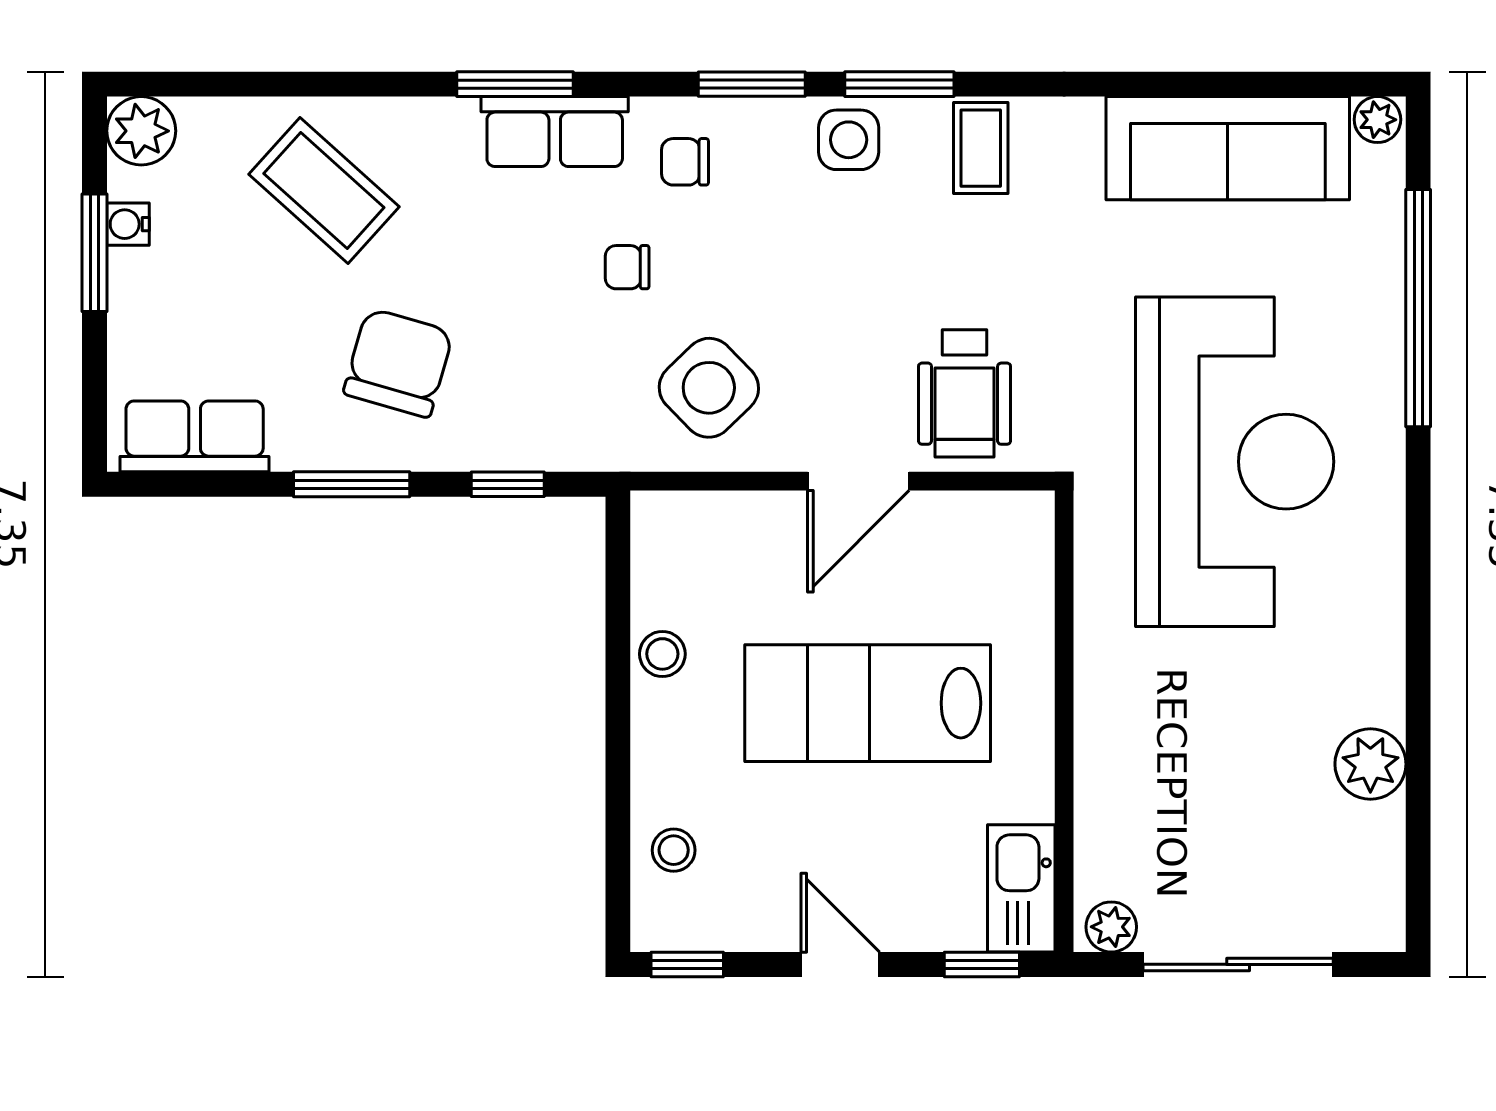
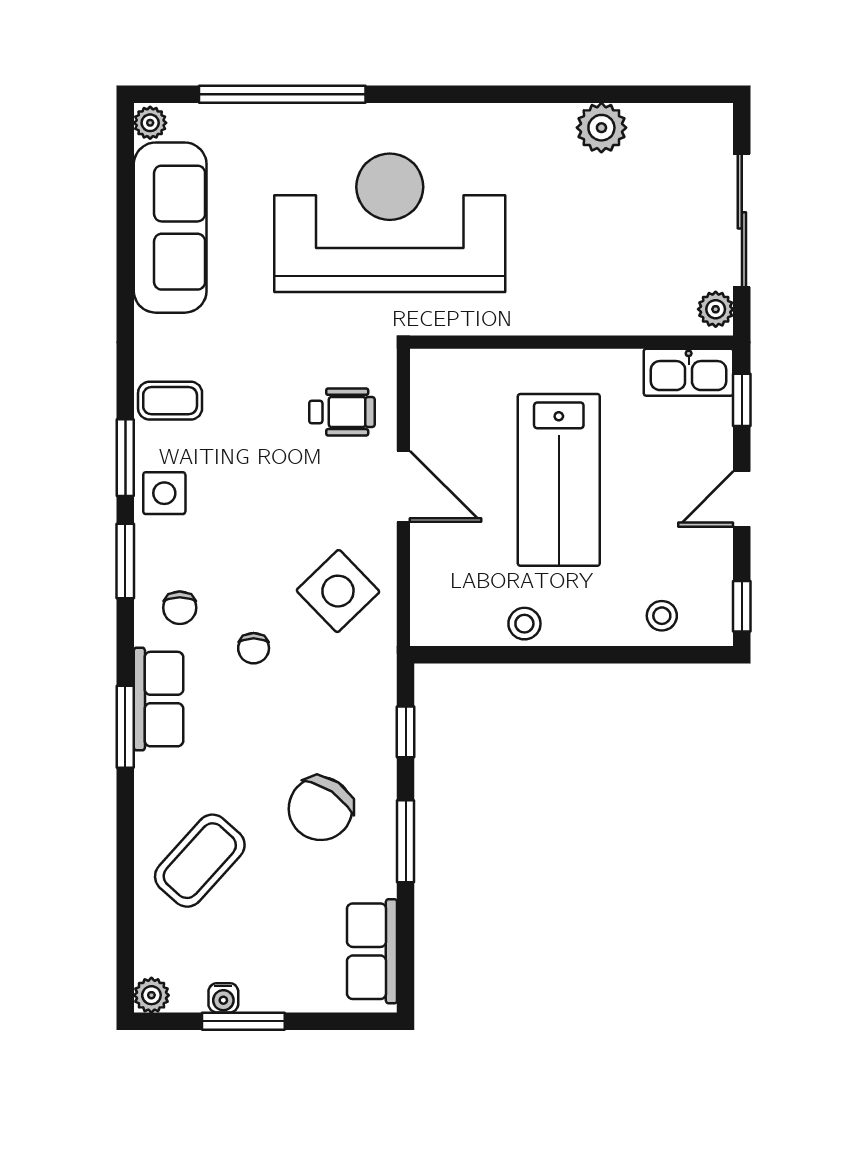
plant: (141, 131) -> (151, 995), width x0.73, depth x0.73
chair: (398, 363) -> (321, 809), turned -72
wheelchair: (965, 393) -> (342, 412), width x0.73, depth x0.73

